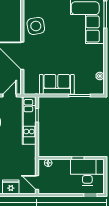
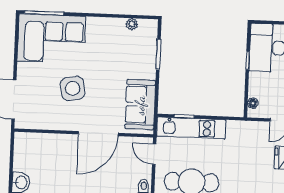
side table: (36, 26) -> (73, 88), moved
sofa: (57, 84) -> (140, 105), moved

